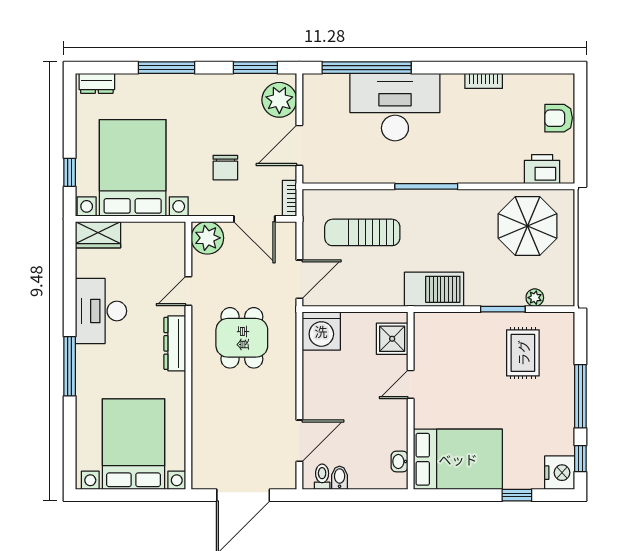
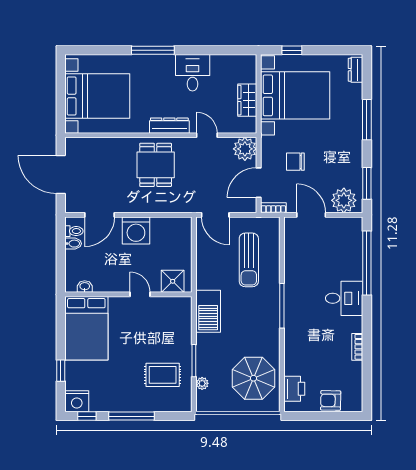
desk: (395, 107) -> (344, 298), width x0.53, depth x0.77
armchair: (559, 118) -> (331, 400), turned -89
sun lounger: (362, 232) -> (249, 260), turned 180
wardrobe: (98, 235) -> (247, 100), moved
desk: (101, 311) -> (193, 73), width x0.73
washing machine: (321, 331) -> (136, 231), moved, turned -90
dining table: (242, 338) -> (156, 165), moved, turned 90
door: (299, 441) -> (100, 215), hinge flipped

